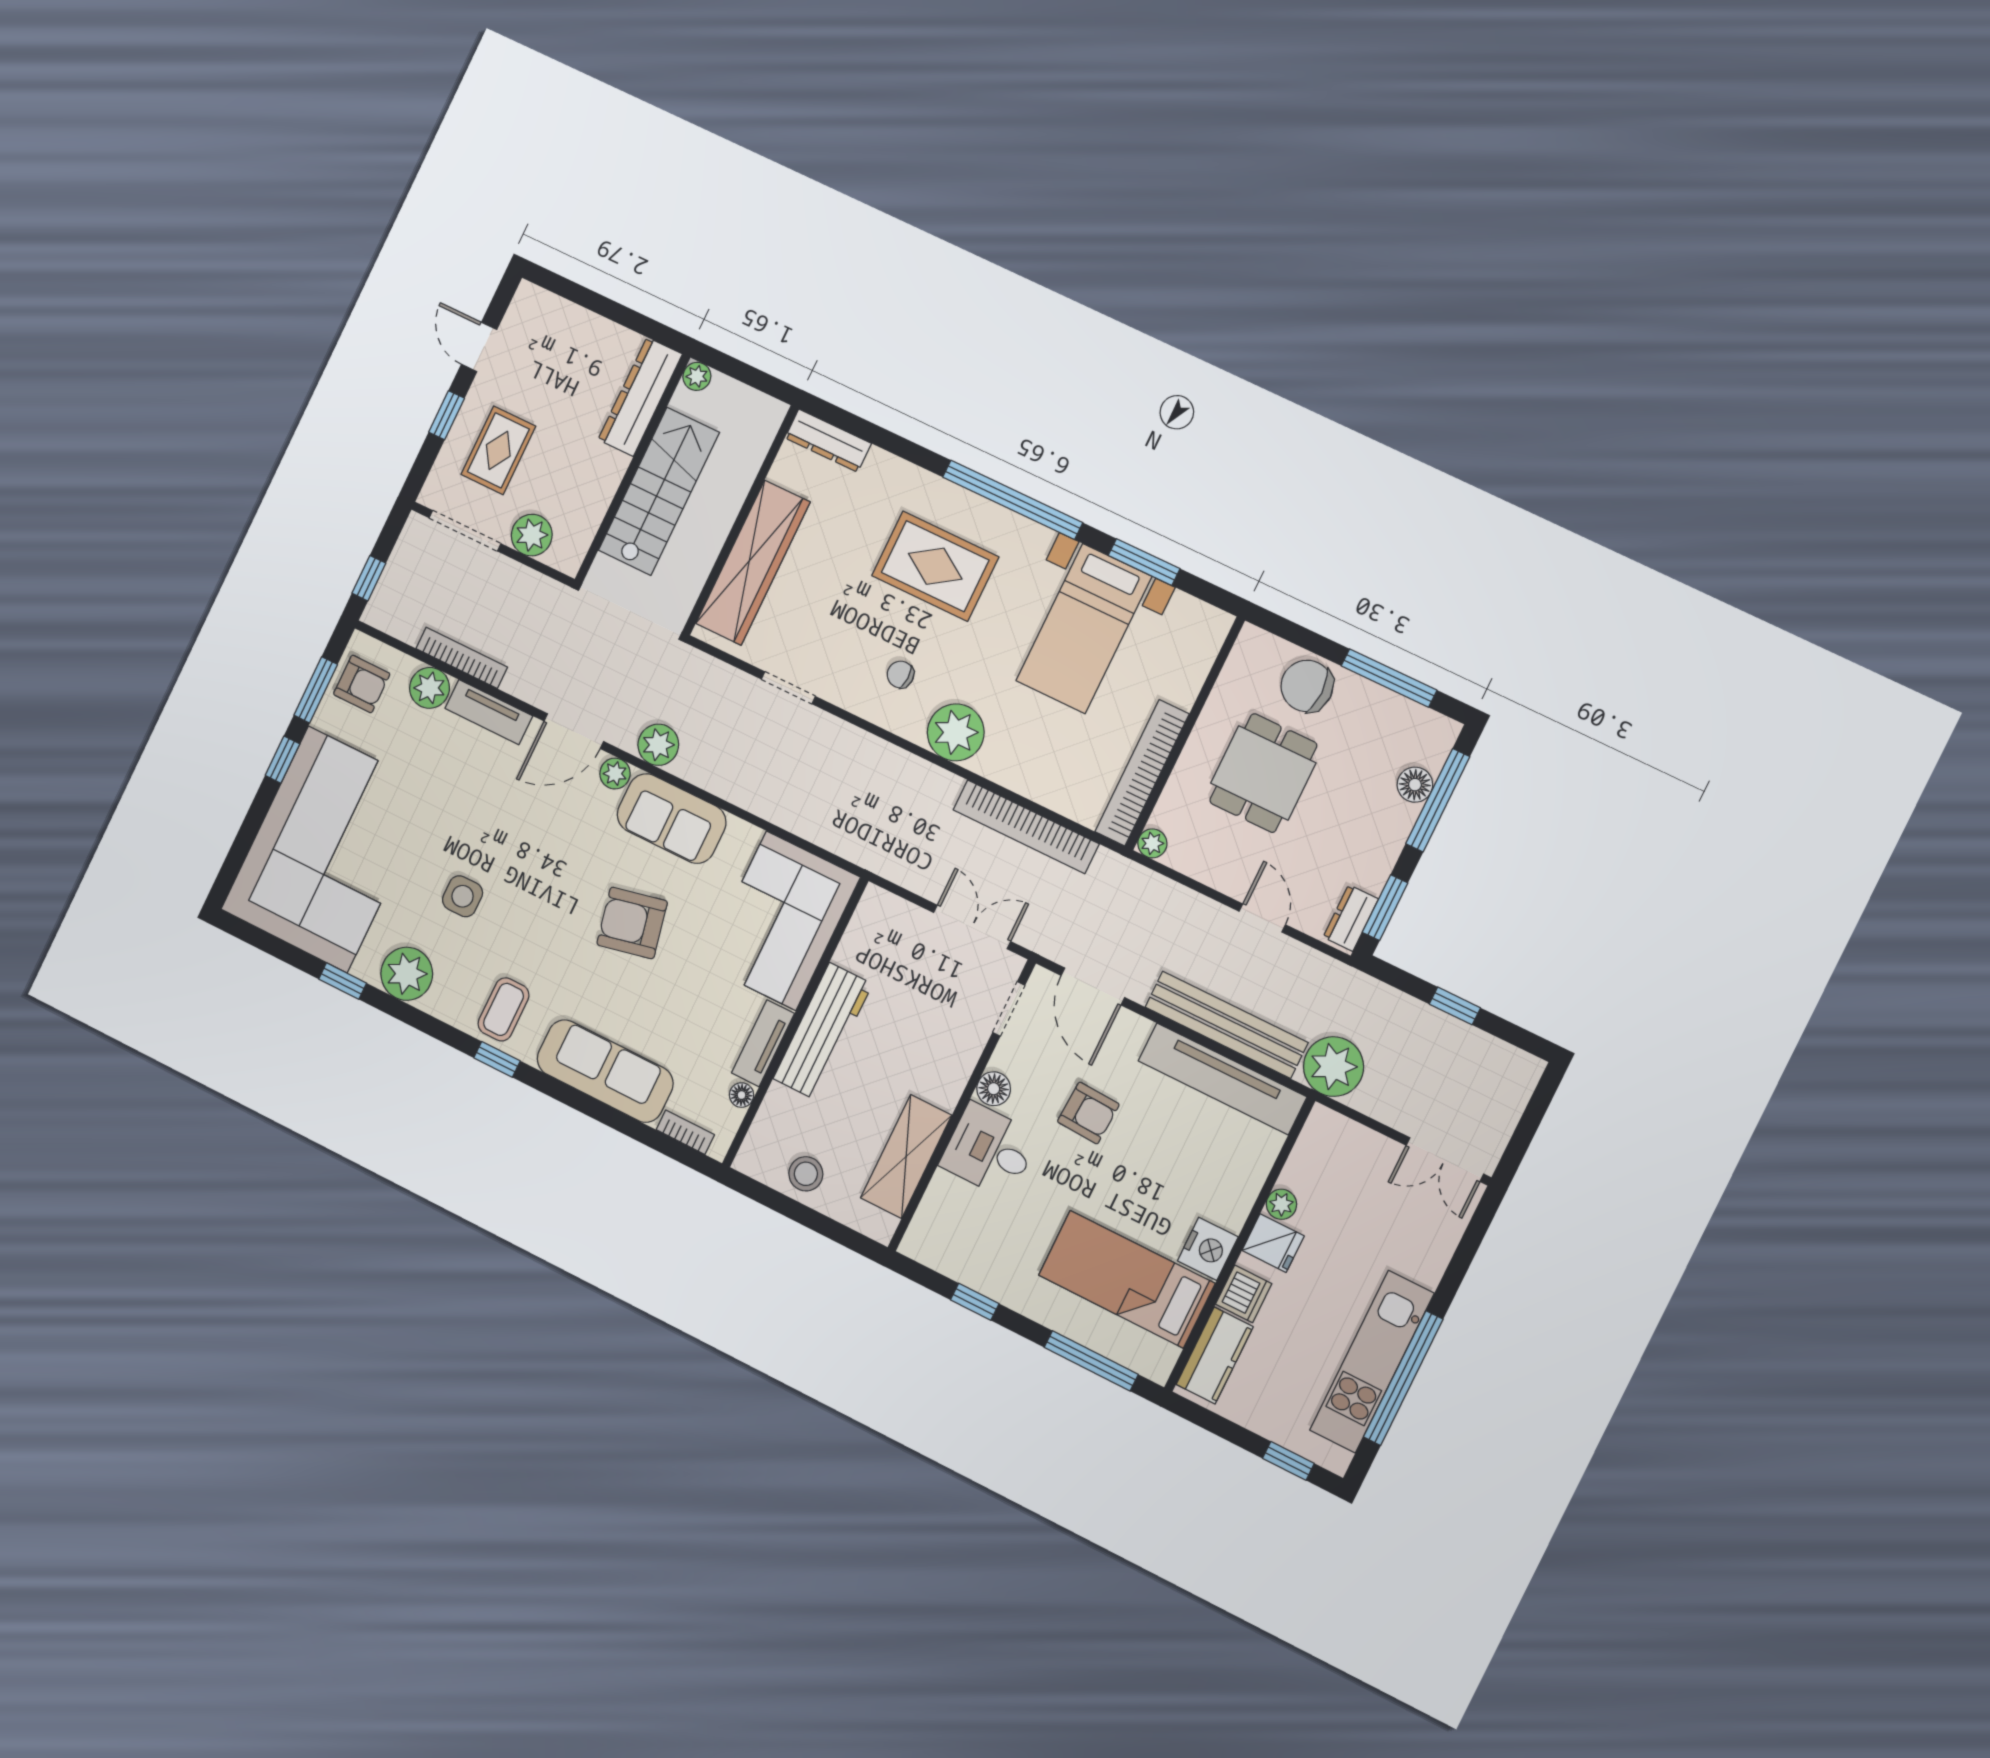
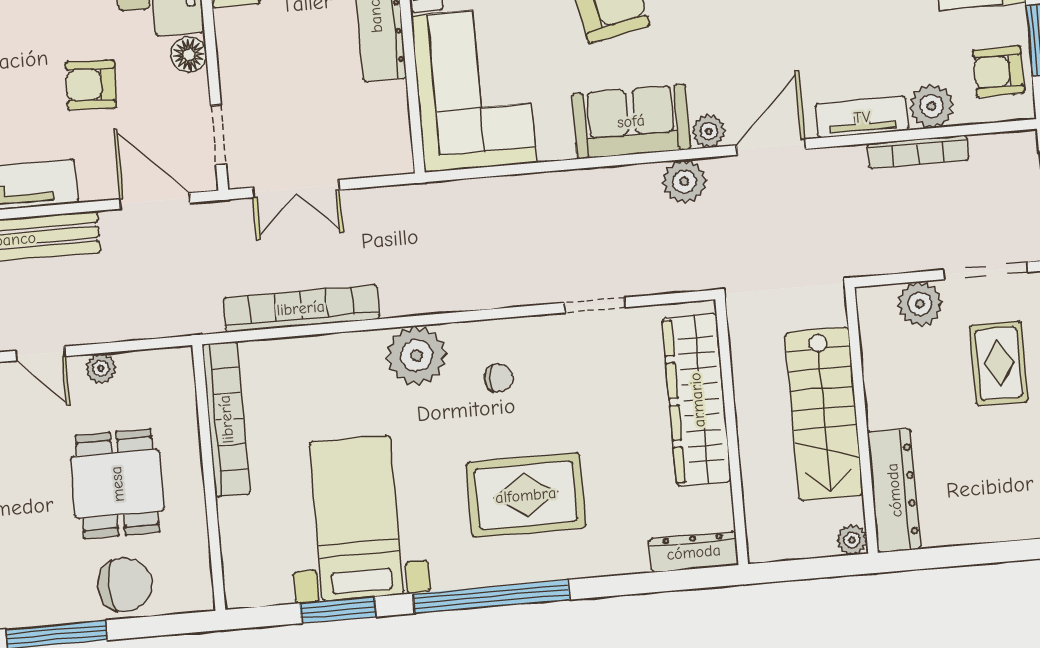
plant: (1152, 843) -> (101, 368), moved

